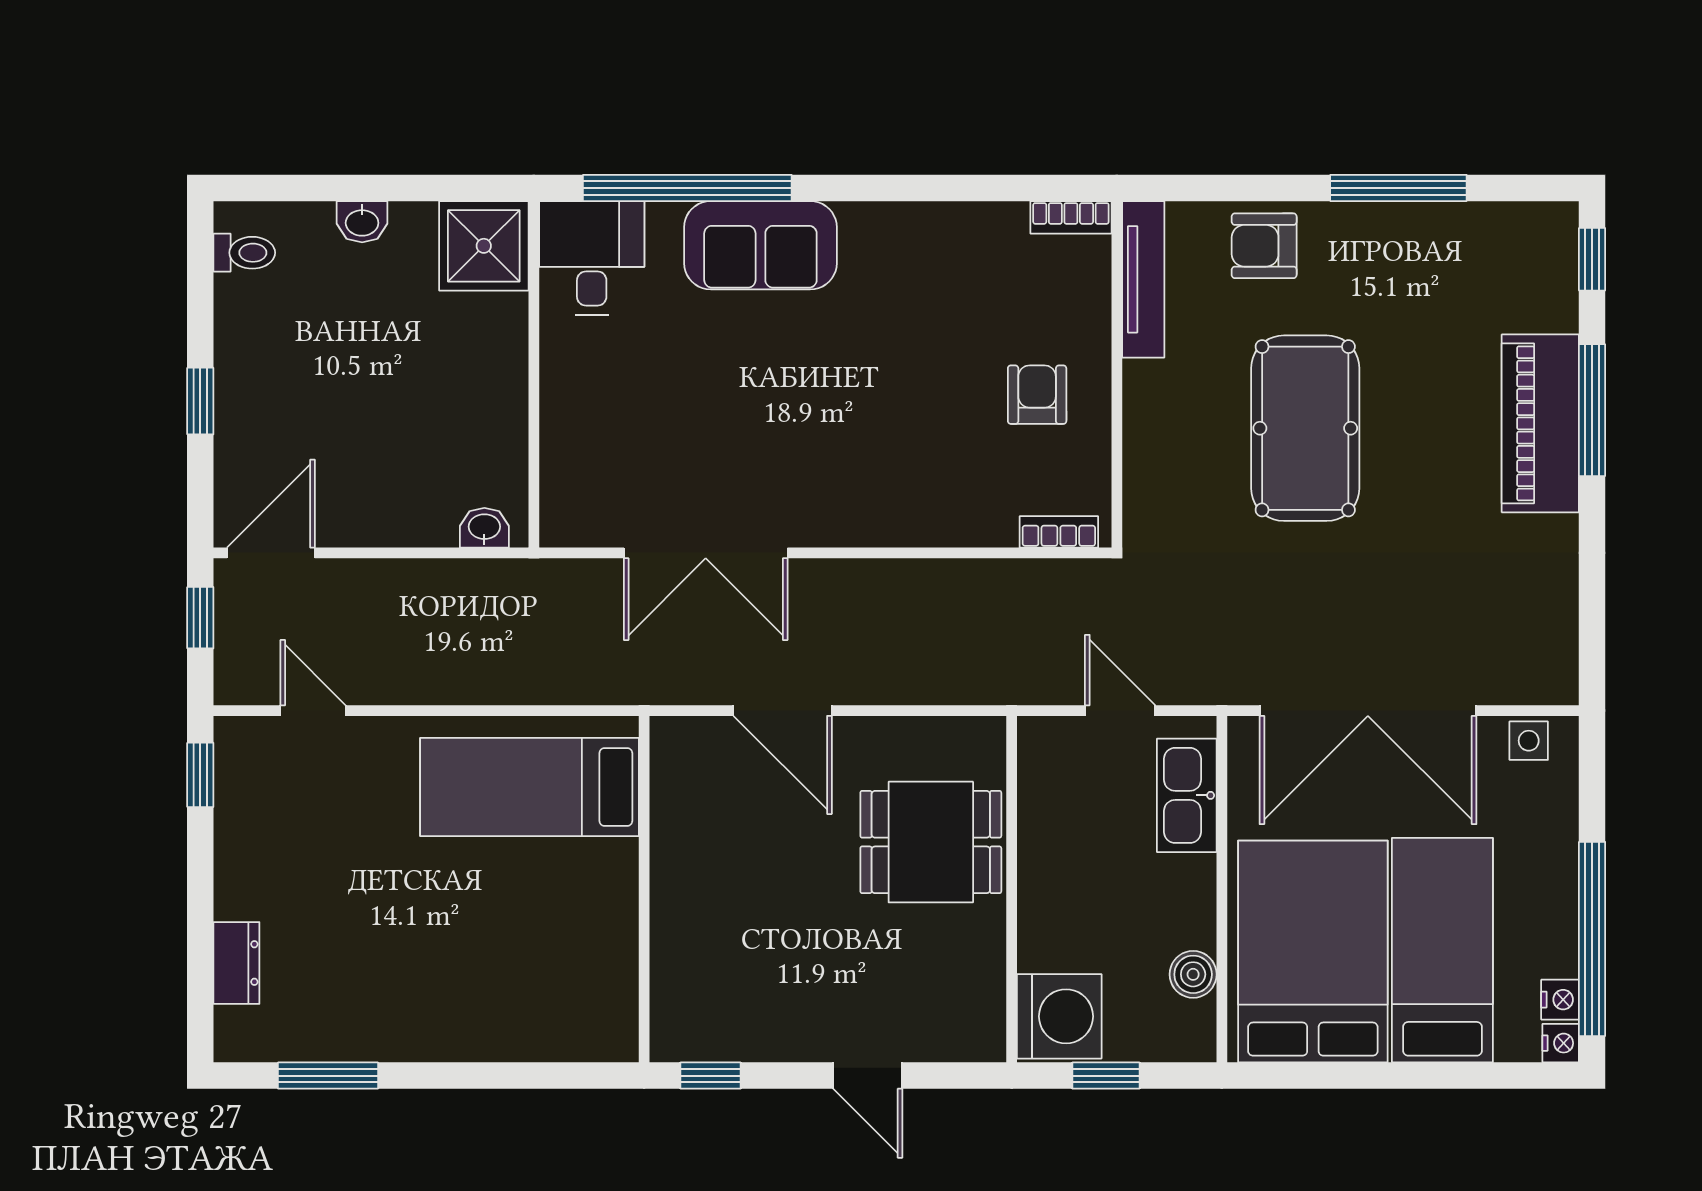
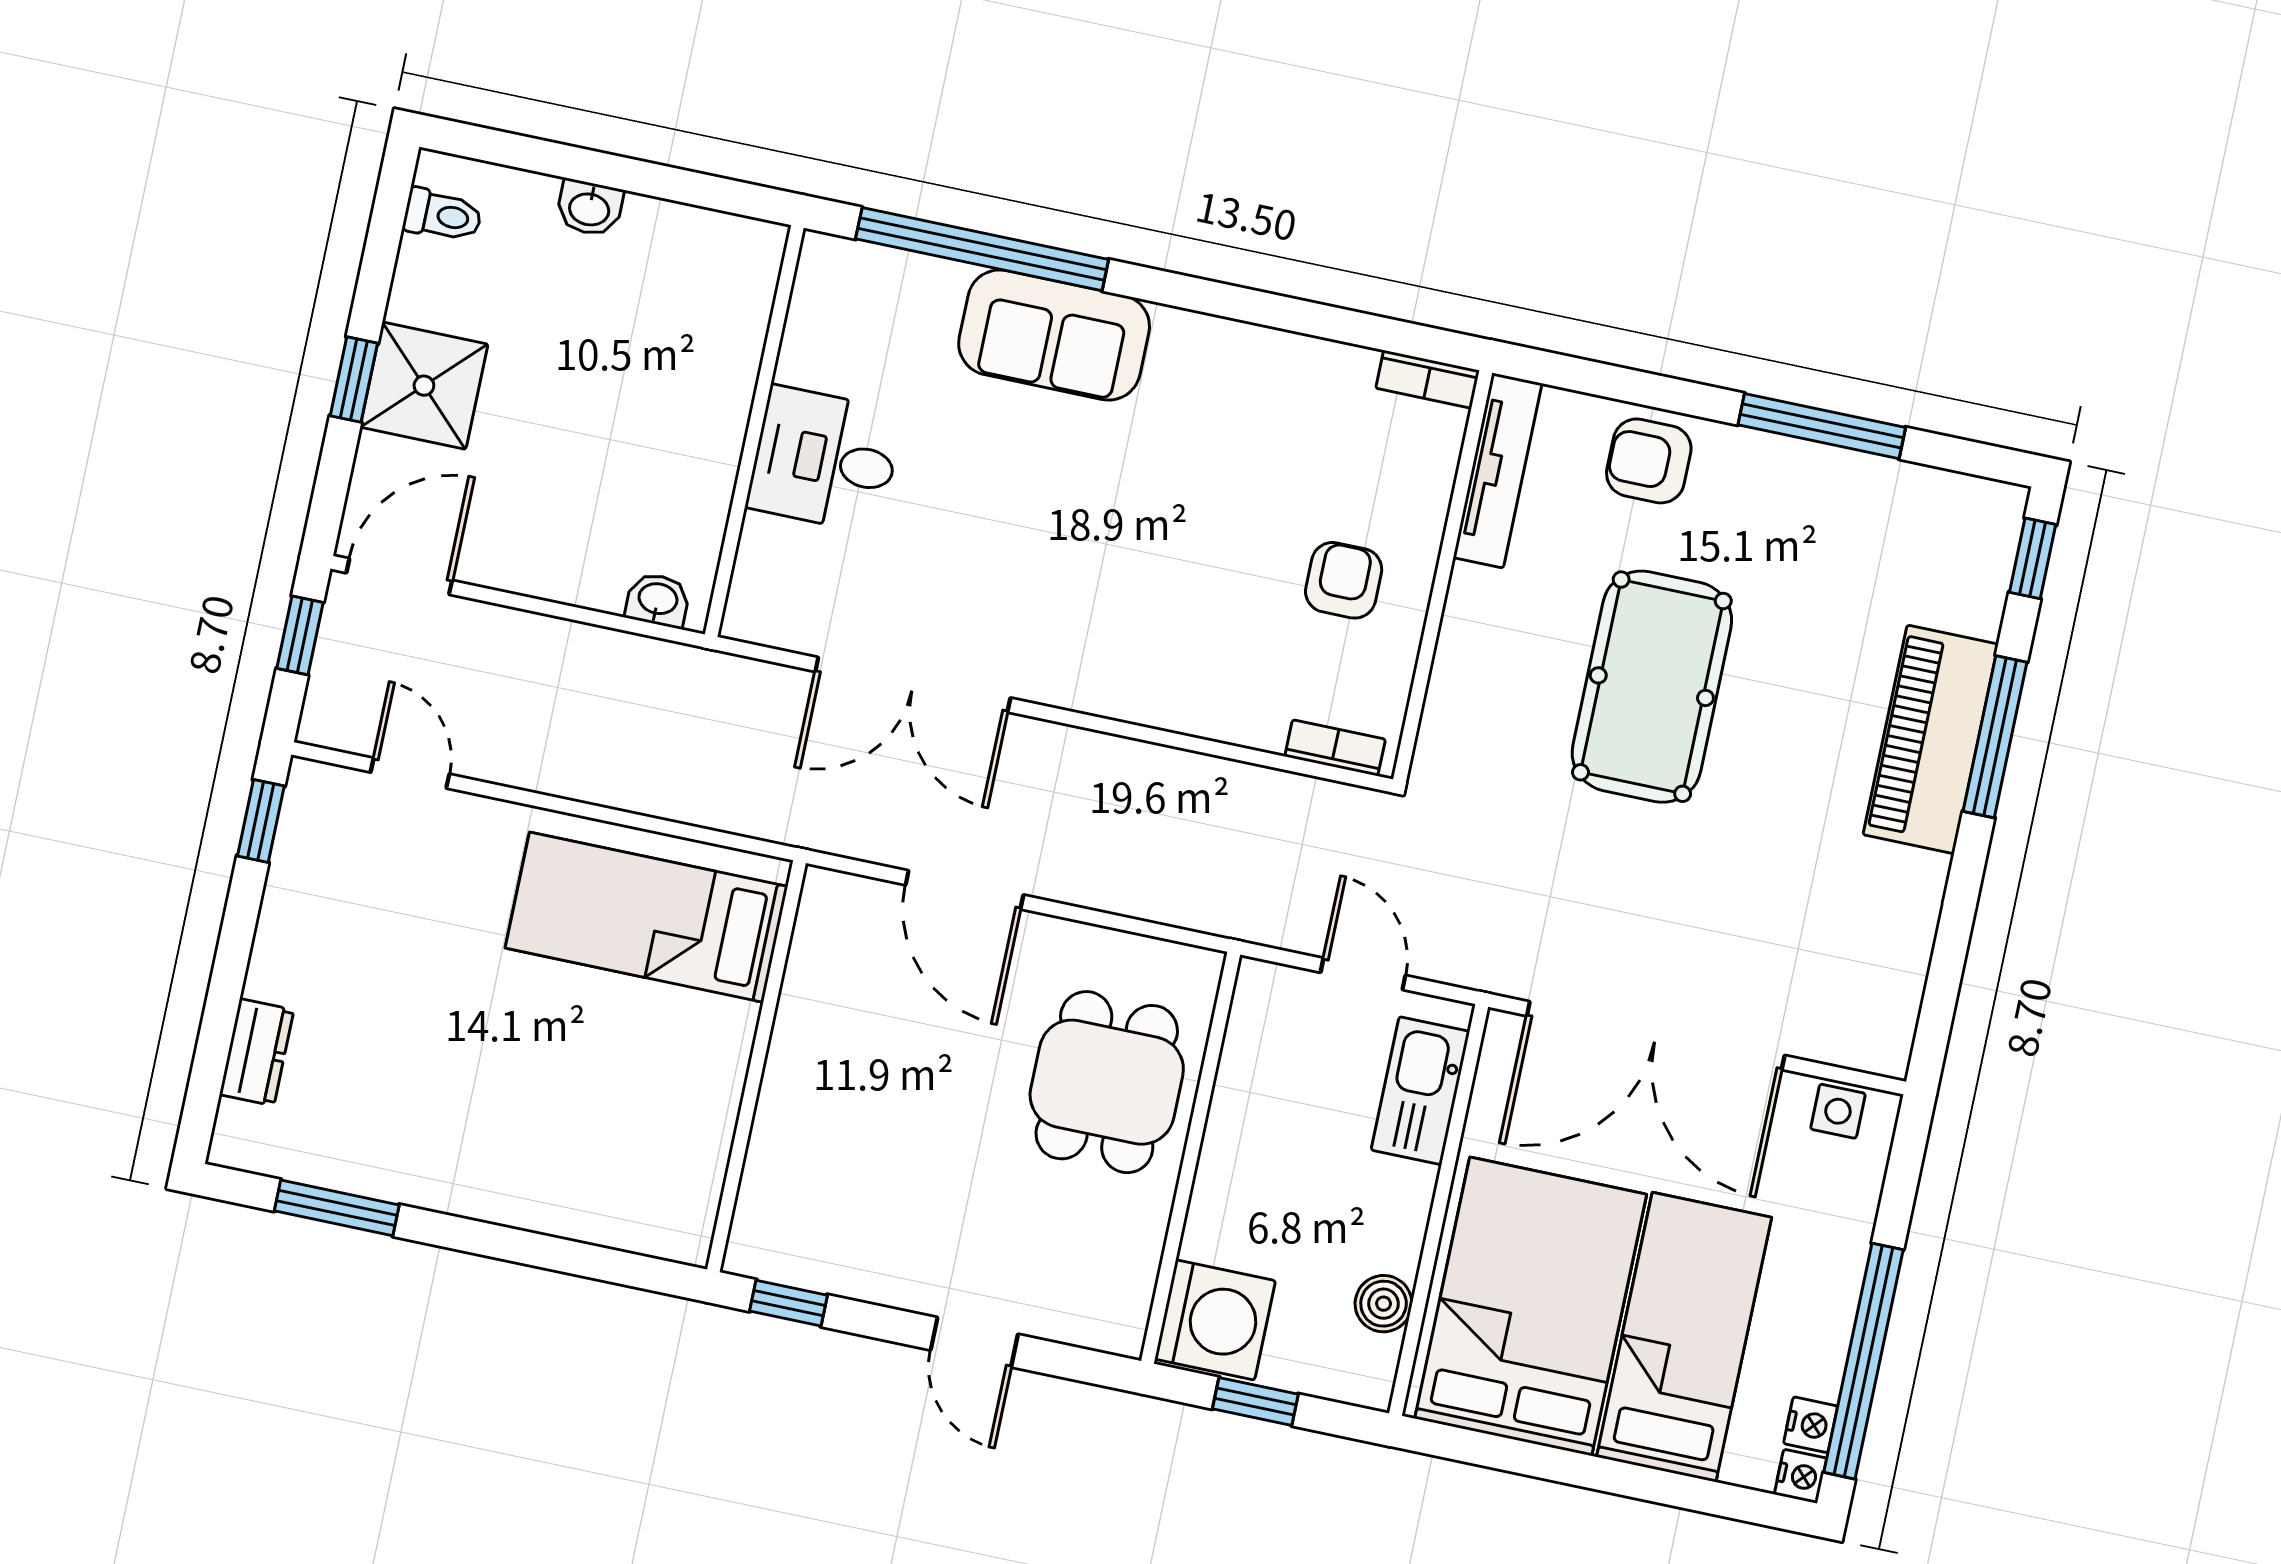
shower: (484, 246) -> (424, 386), moved
desk: (592, 258) -> (825, 460), moved, turned -90
dining table: (931, 842) -> (1107, 1082), turned 90

